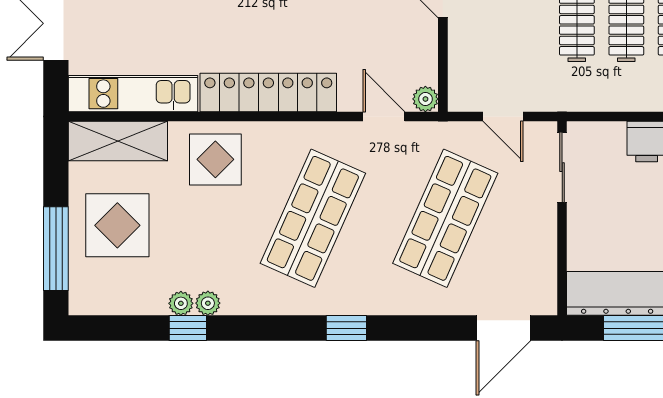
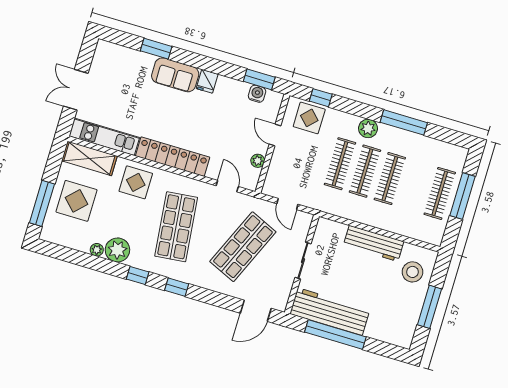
plant: (425, 99) -> (258, 161), moved
sliding door: (562, 167) -> (303, 261), moved
shop shelf: (313, 218) -> (176, 227), turned -30
plant: (208, 303) -> (117, 250), width x1.88, depth x1.88
window: (188, 328) -> (138, 276), moved

